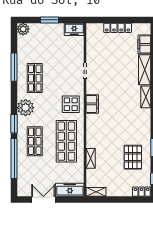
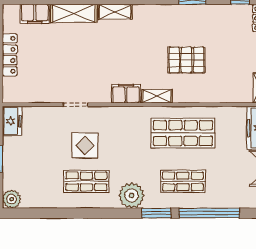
window: (14, 67) -> (70, 213), removed
display table: (71, 104) -> (85, 145), moved
pallet: (133, 157) -> (187, 60), moved
shelving: (91, 158) -> (157, 96), moved

